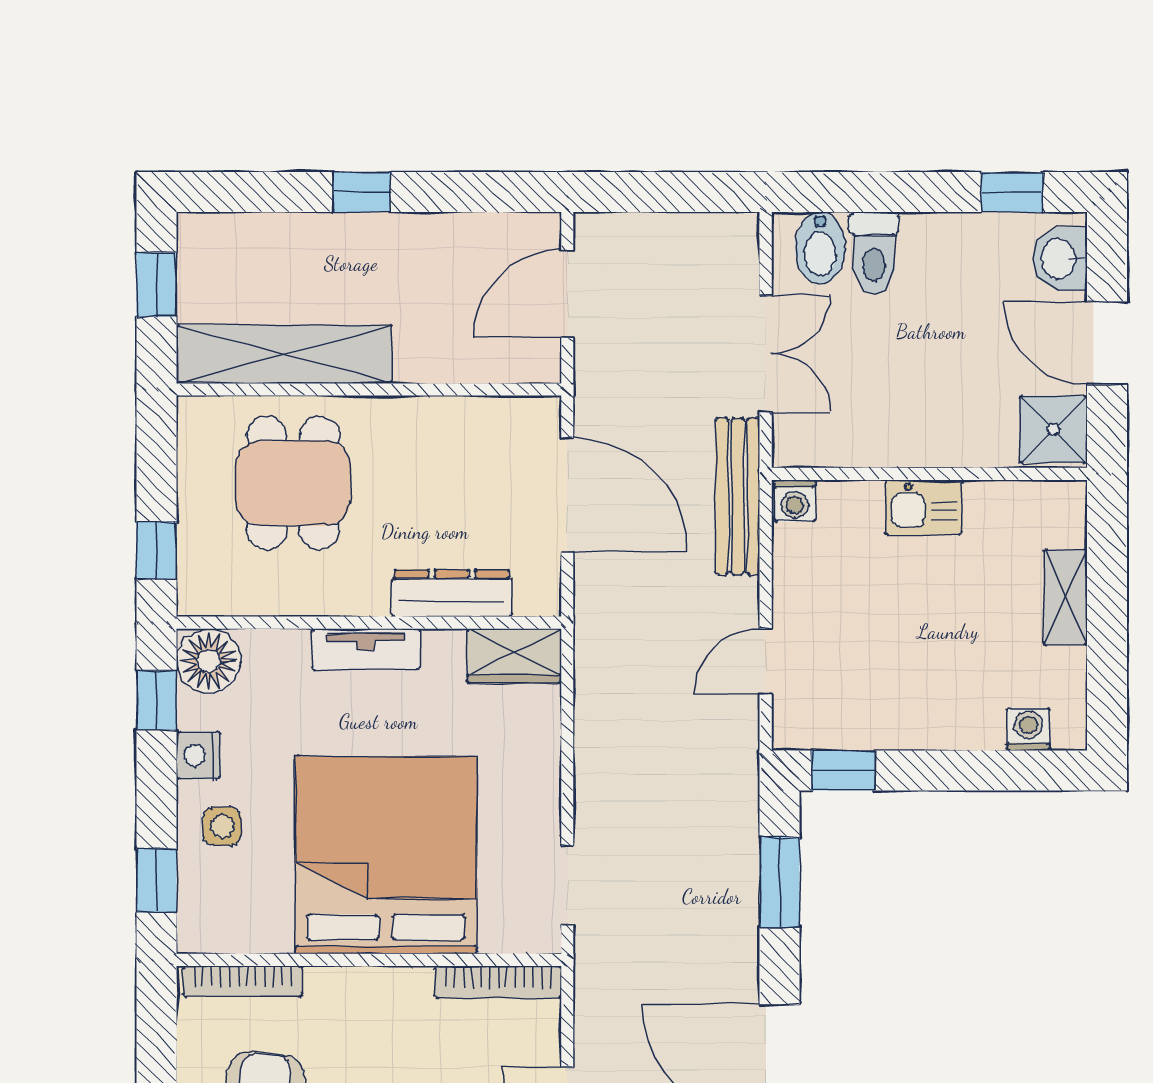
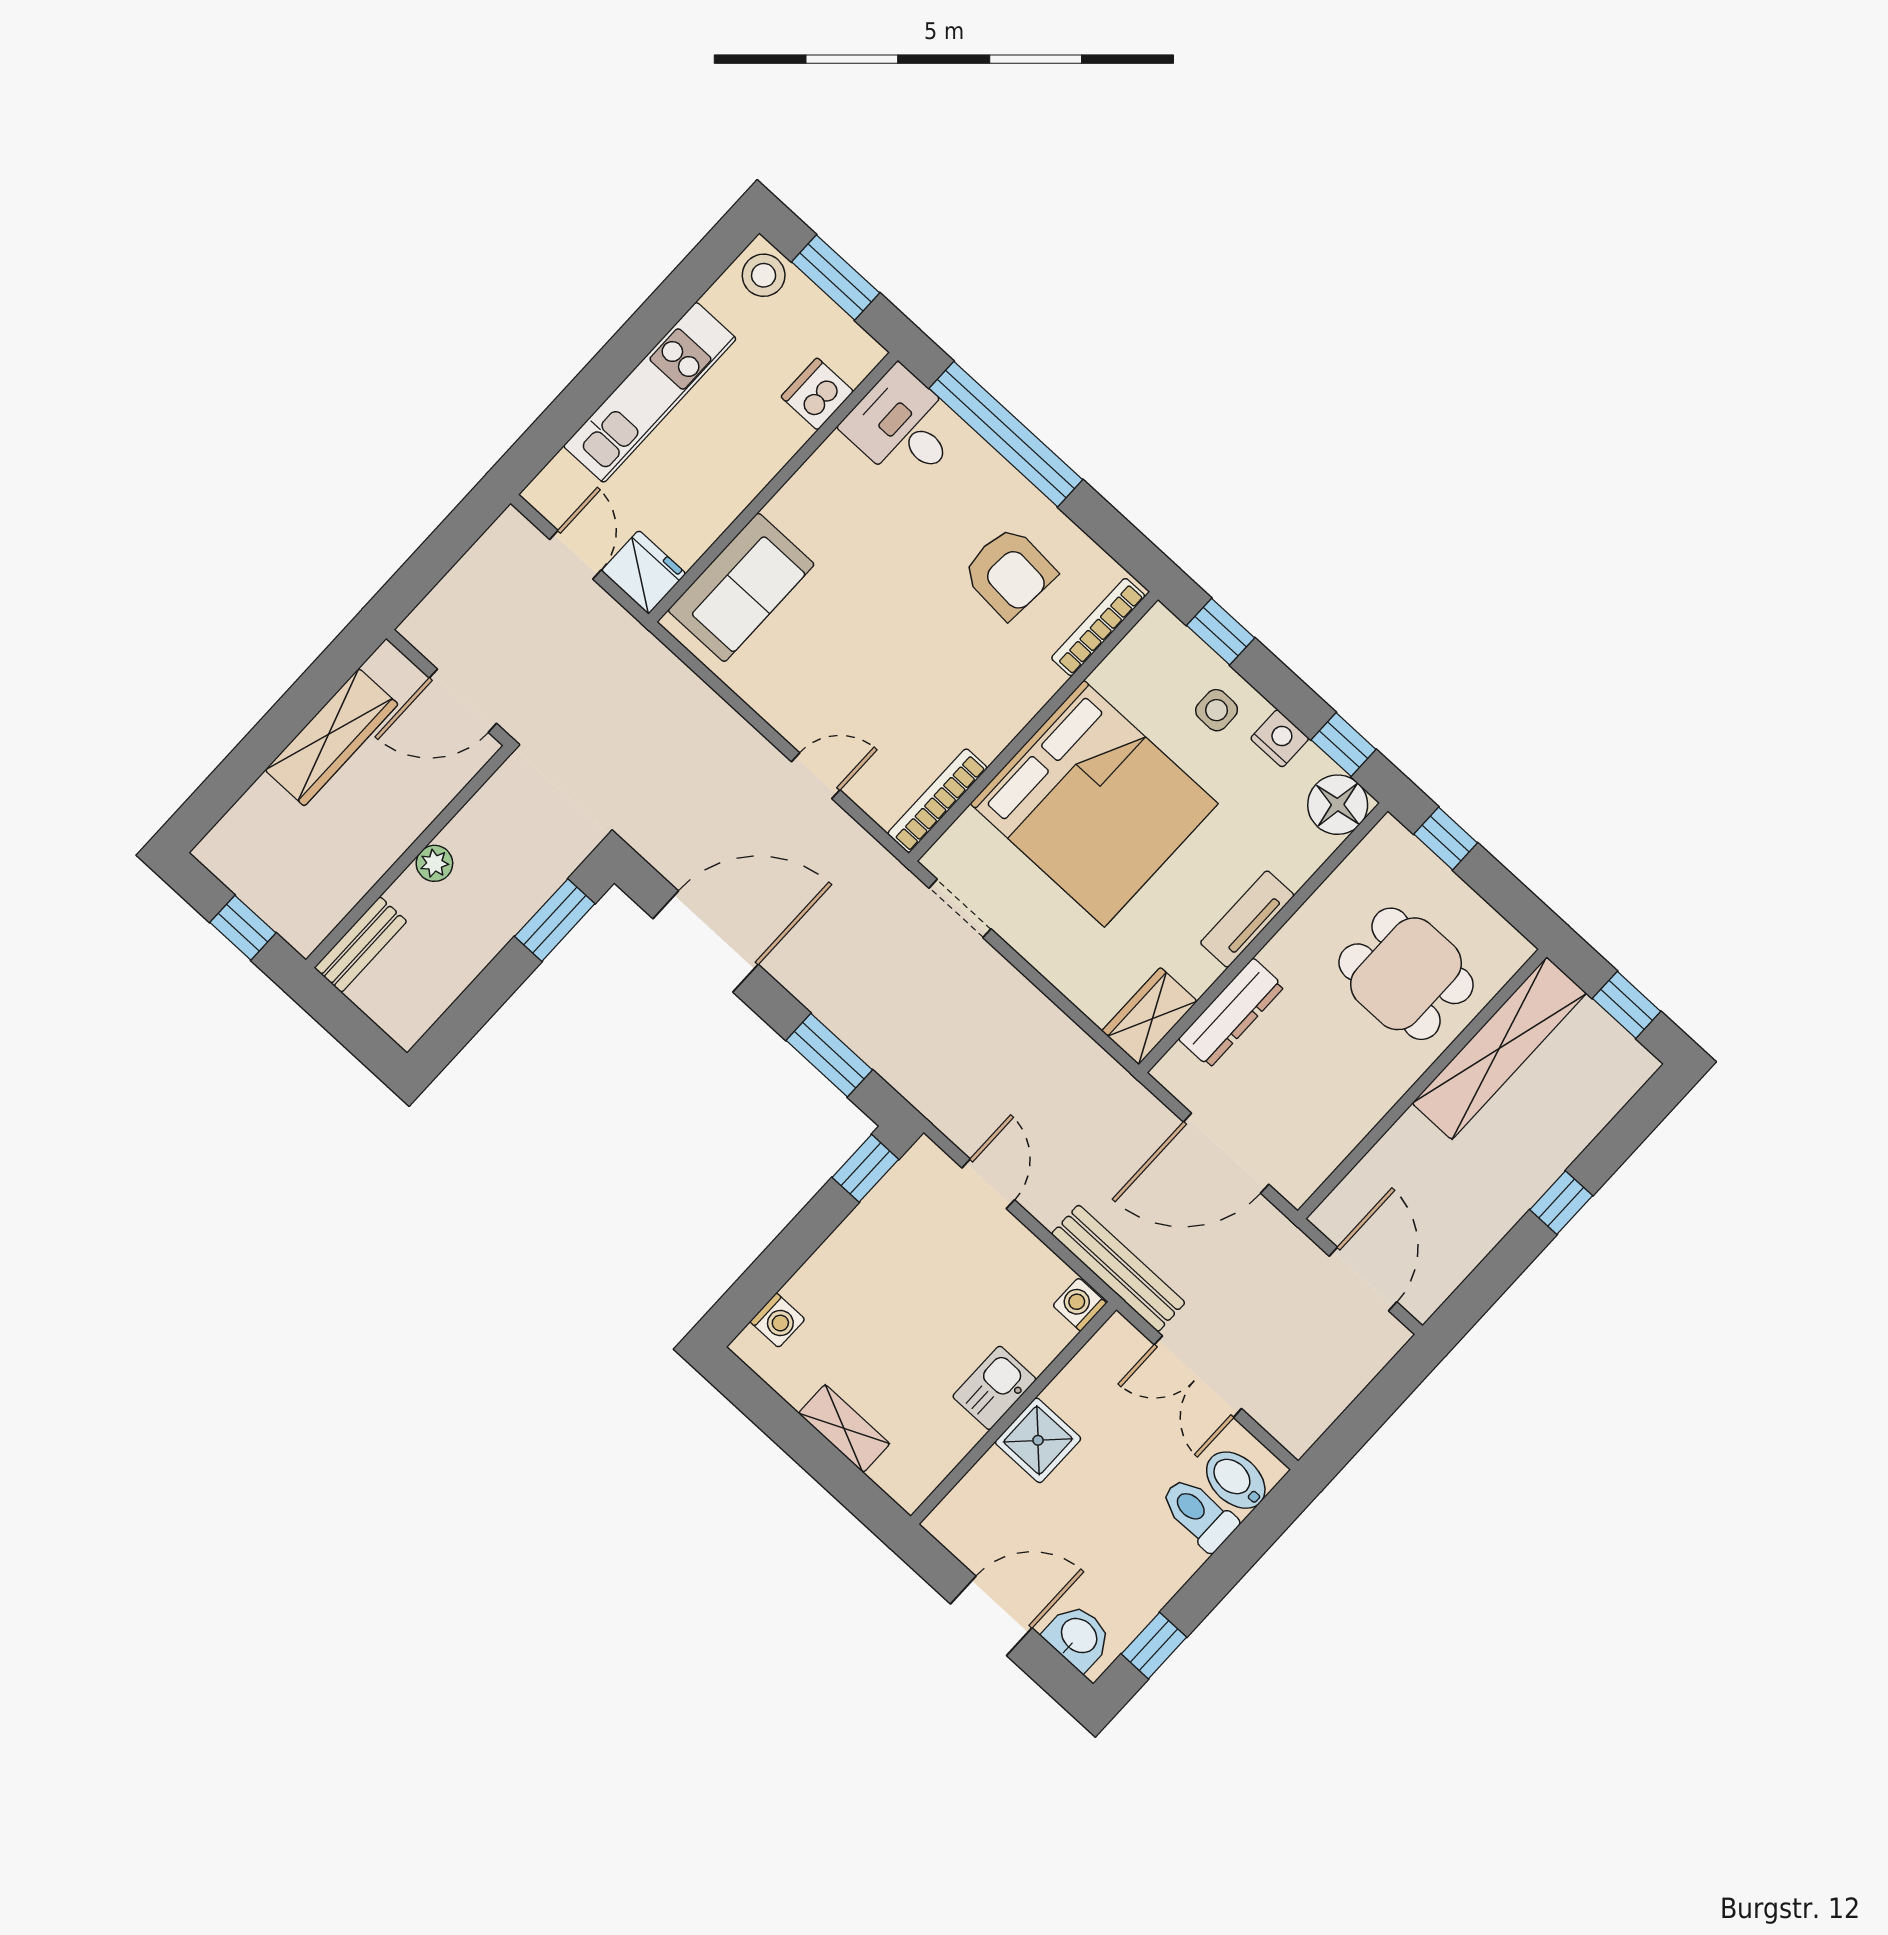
shower: (1054, 429) -> (1038, 1440), moved

